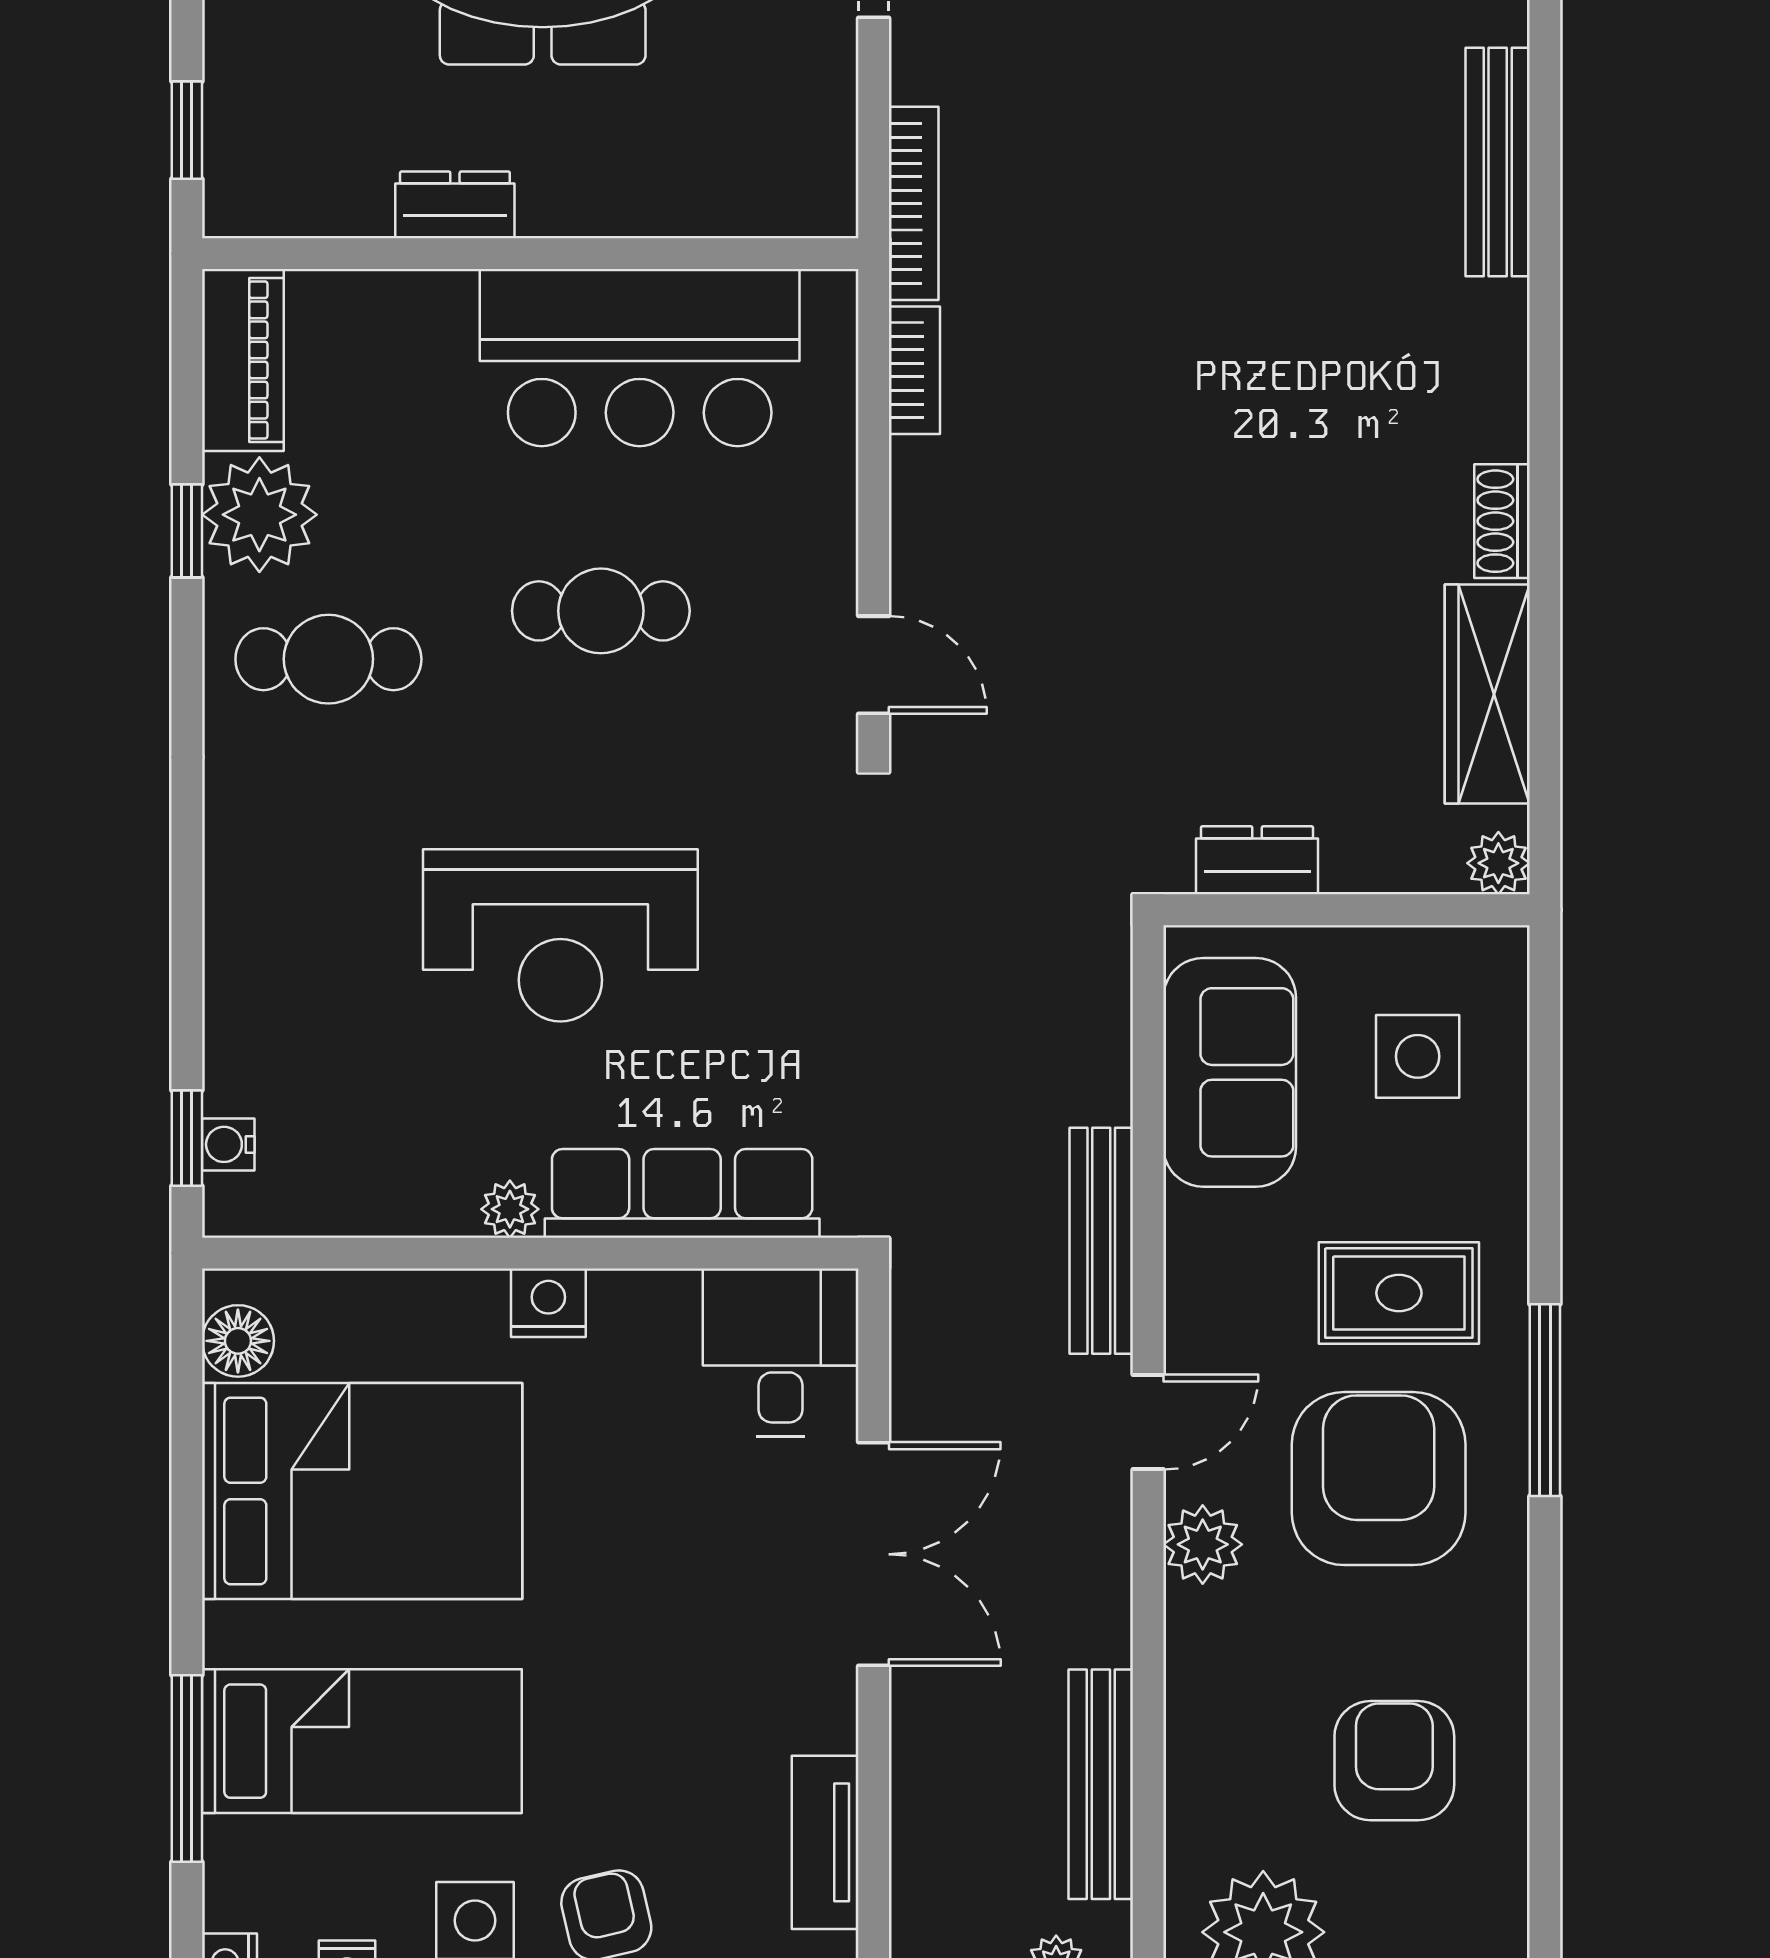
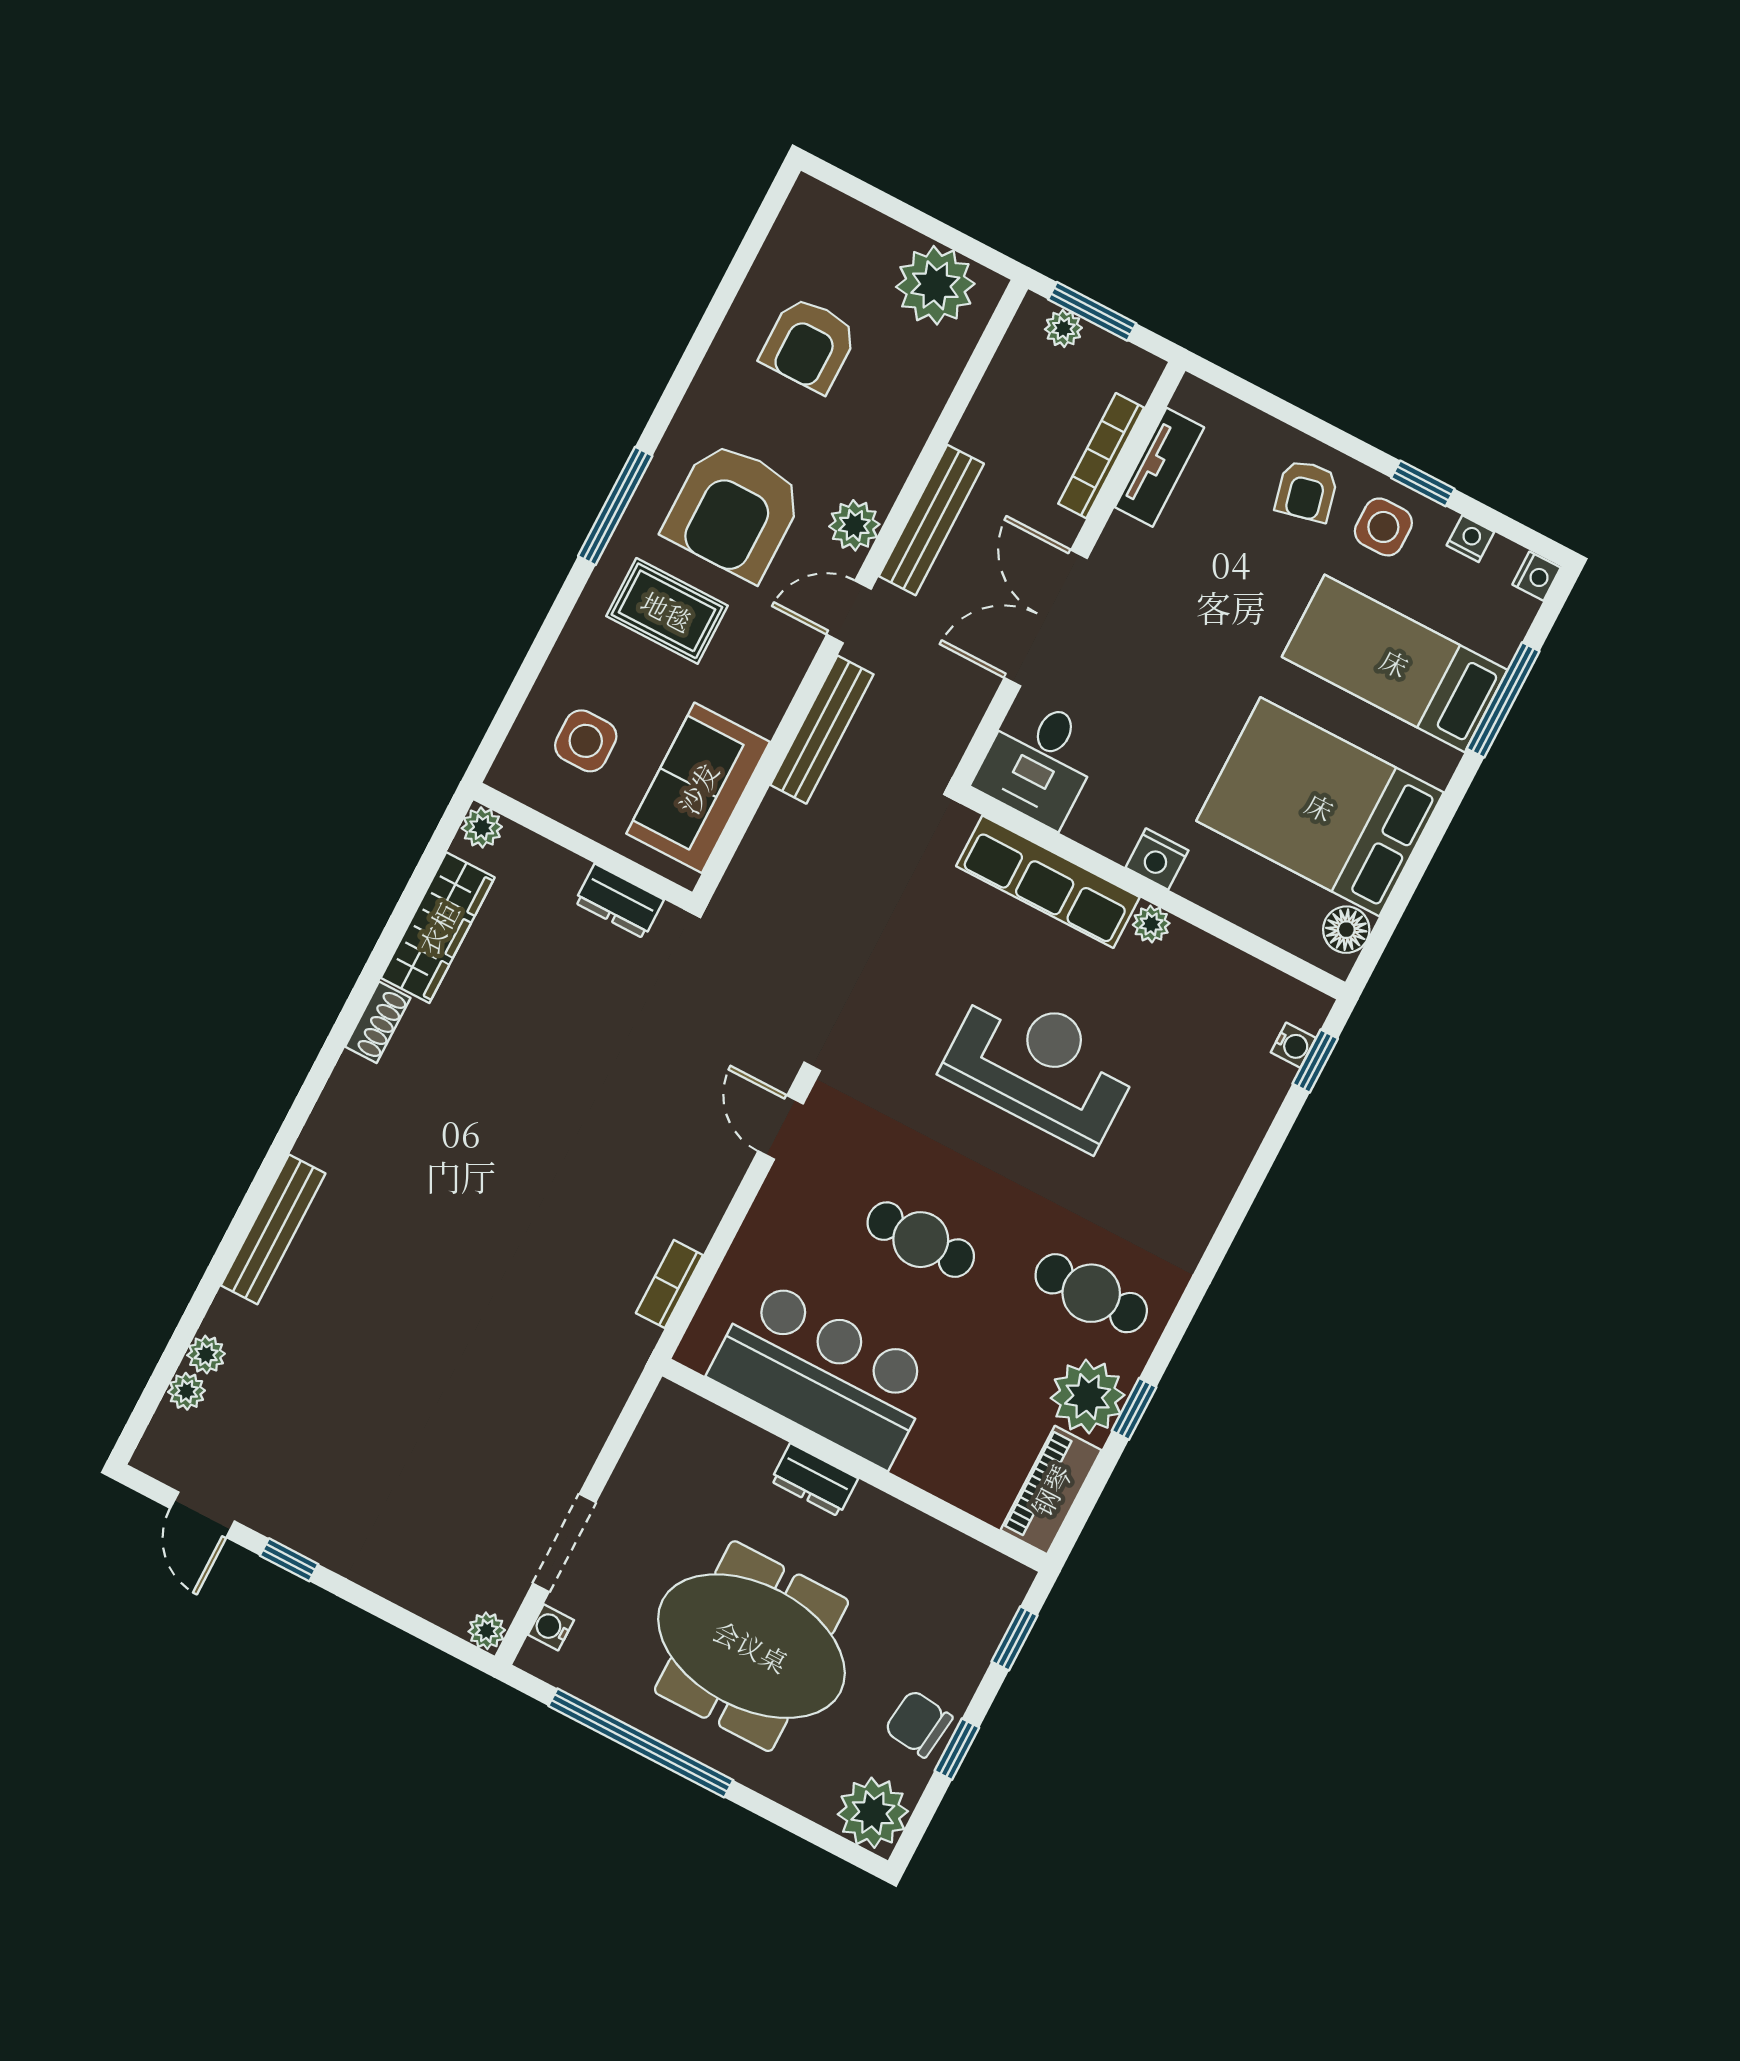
bookcase: (914, 203) -> (1101, 456), moved
dresser: (455, 205) -> (814, 1480), moved
bench: (1101, 1784) -> (931, 520), moved

